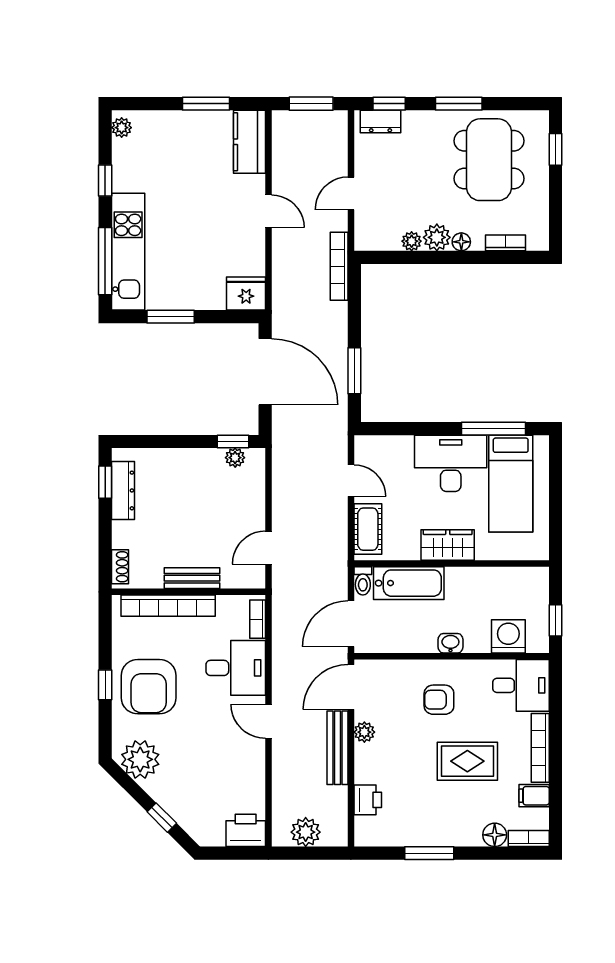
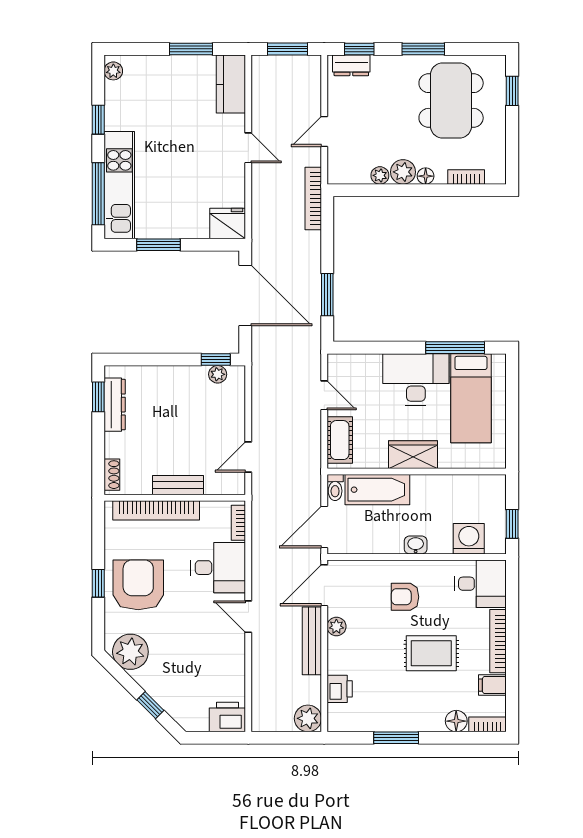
armchair: (149, 687) -> (138, 585), turned 180
plant: (306, 832) -> (308, 718), moved

